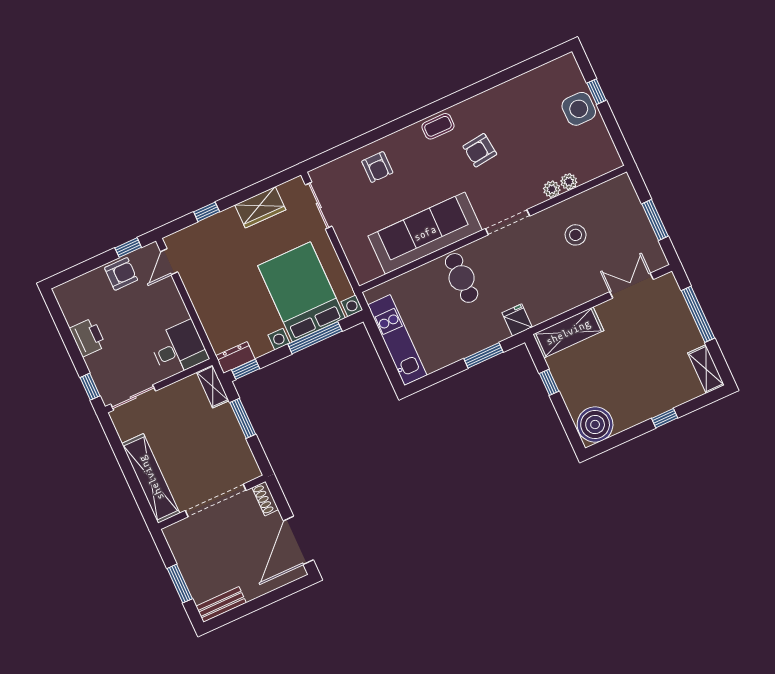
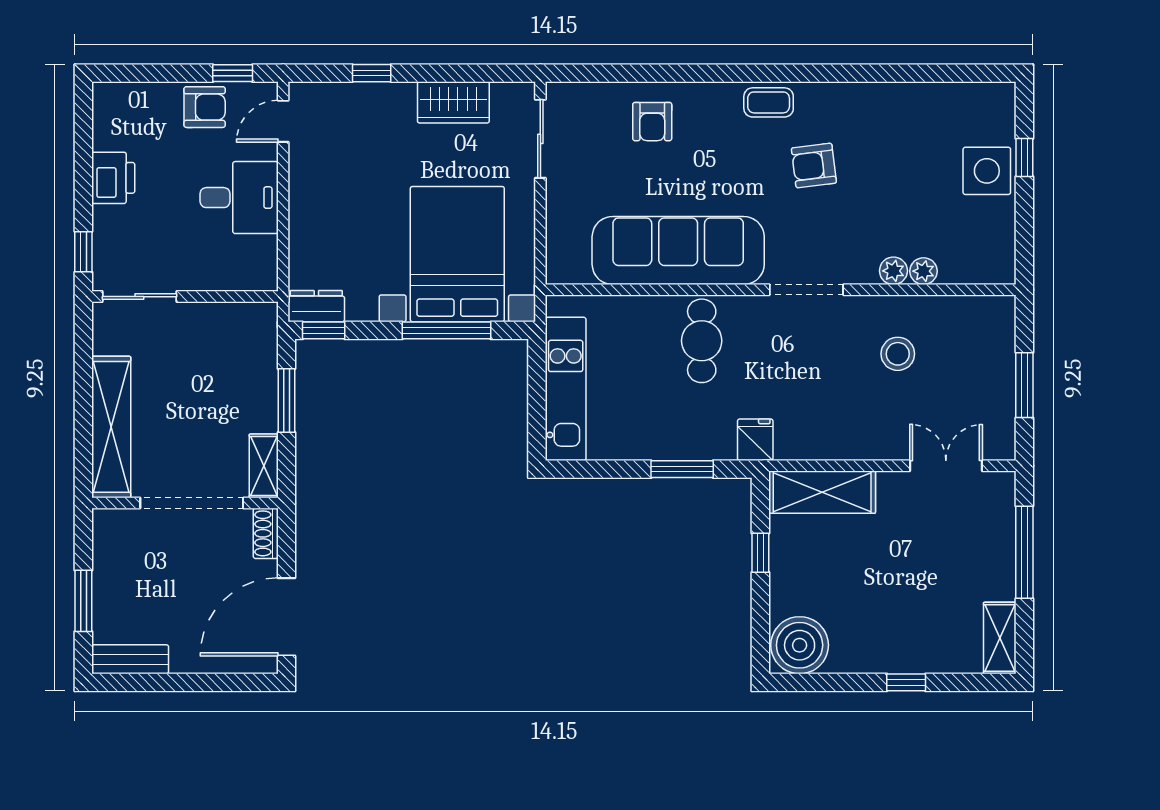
desk: (179, 349) -> (239, 198), moved
shelving: (213, 386) -> (264, 466), moved

